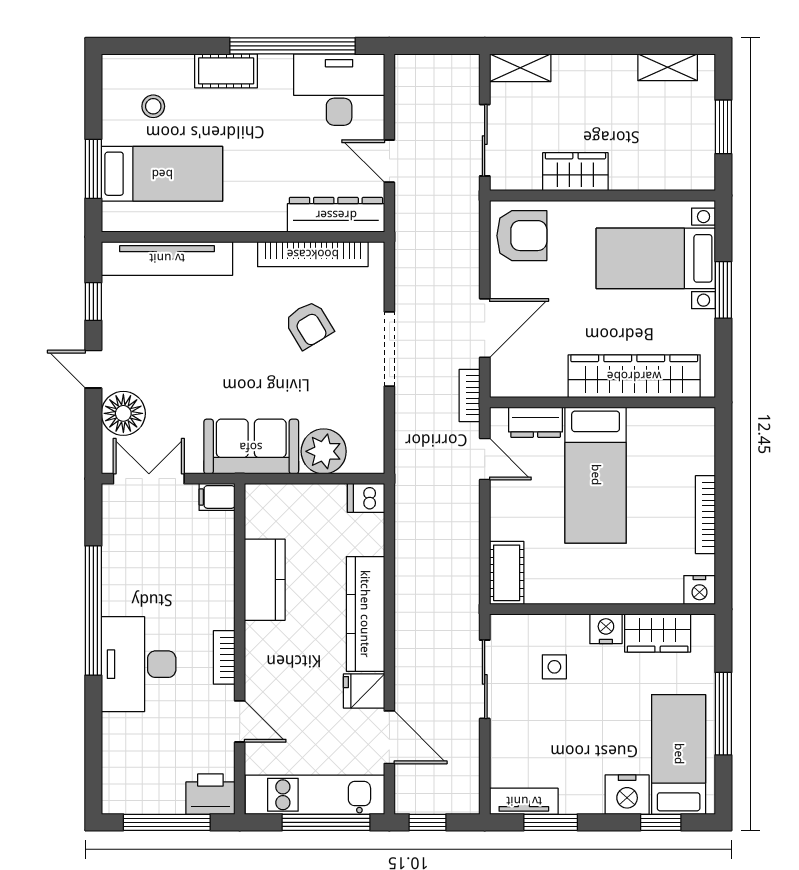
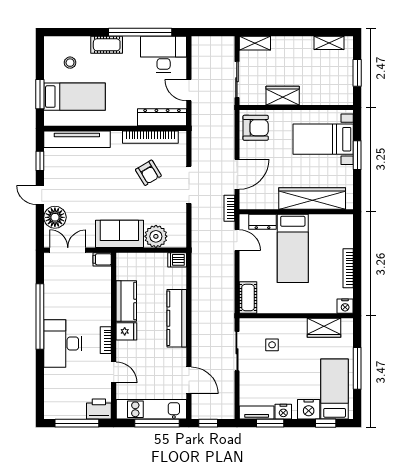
nightstand: (606, 629) -> (283, 412), moved, turned 180
fridge: (364, 691) -> (126, 331), moved, turned 180

